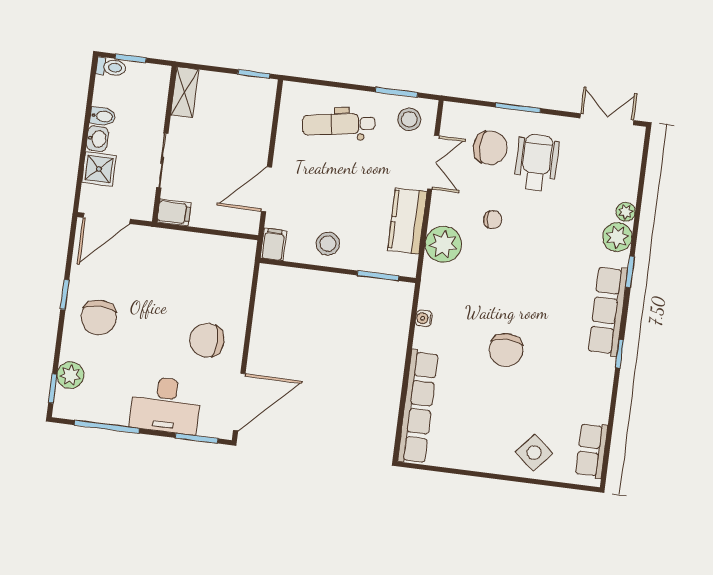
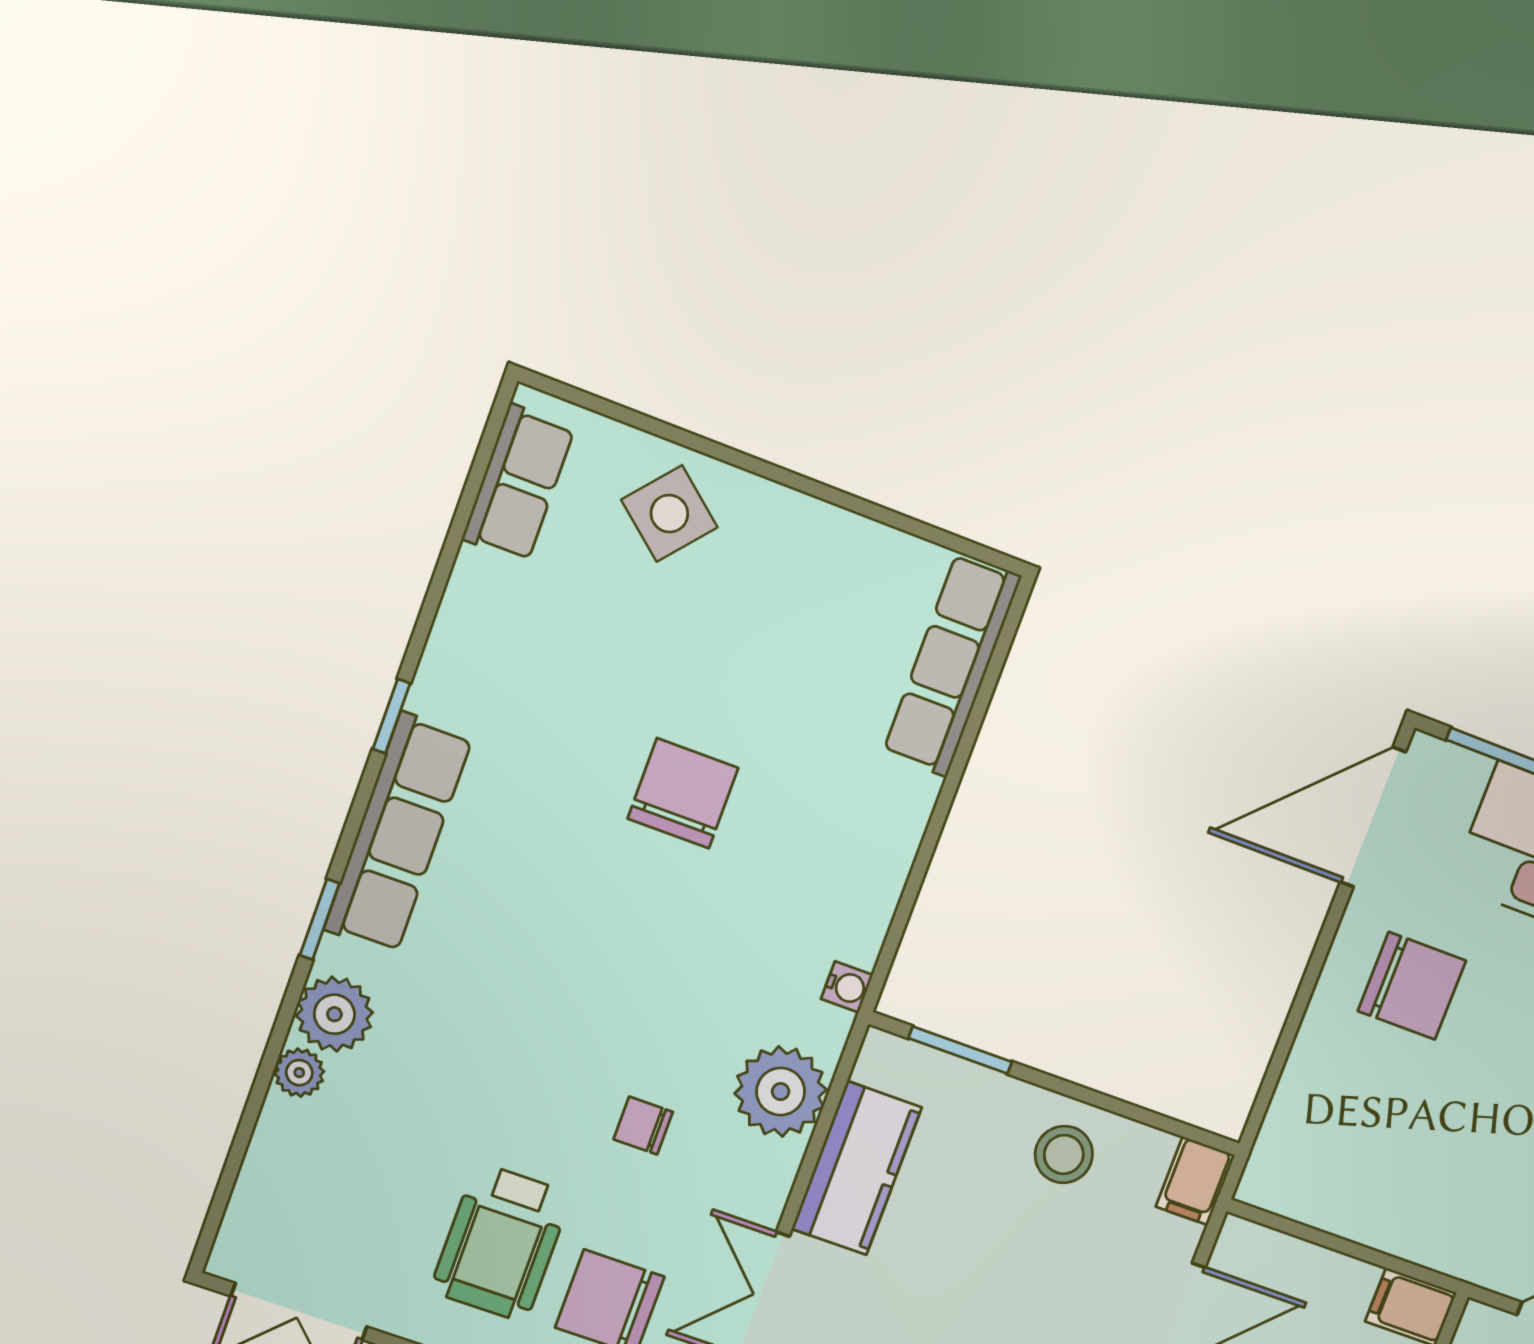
water cooler: (424, 318) -> (847, 987), moved
row of seats: (418, 407) -> (952, 665), width x0.73

